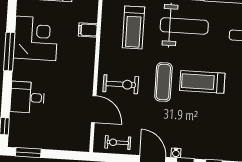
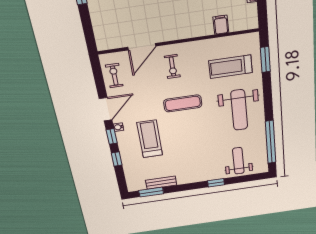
treadmill: (202, 82) -> (150, 139), moved
exercise bike: (121, 84) -> (172, 67), width x0.73, depth x0.72

